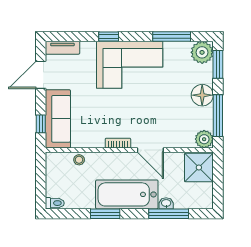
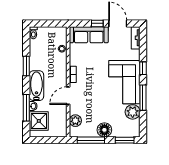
window: (172, 37) -> (143, 98), moved
plant: (202, 52) -> (133, 112), moved
window: (41, 124) -> (97, 23), moved
plant: (204, 139) -> (75, 121), moved
shower: (199, 167) -> (39, 121), moved
bathtub: (127, 194) -> (36, 86), width x0.73, depth x0.73

